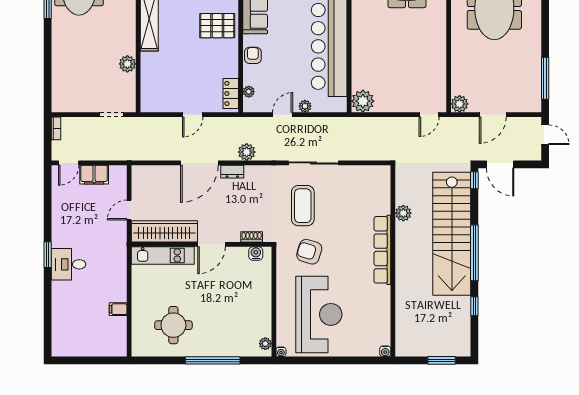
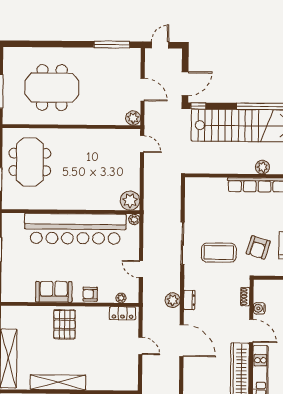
plant: (305, 106) -> (134, 219), moved
dresser: (232, 172) -> (189, 300), moved
plant: (403, 213) -> (262, 167), moved
water cooler: (256, 253) -> (259, 308), moved

